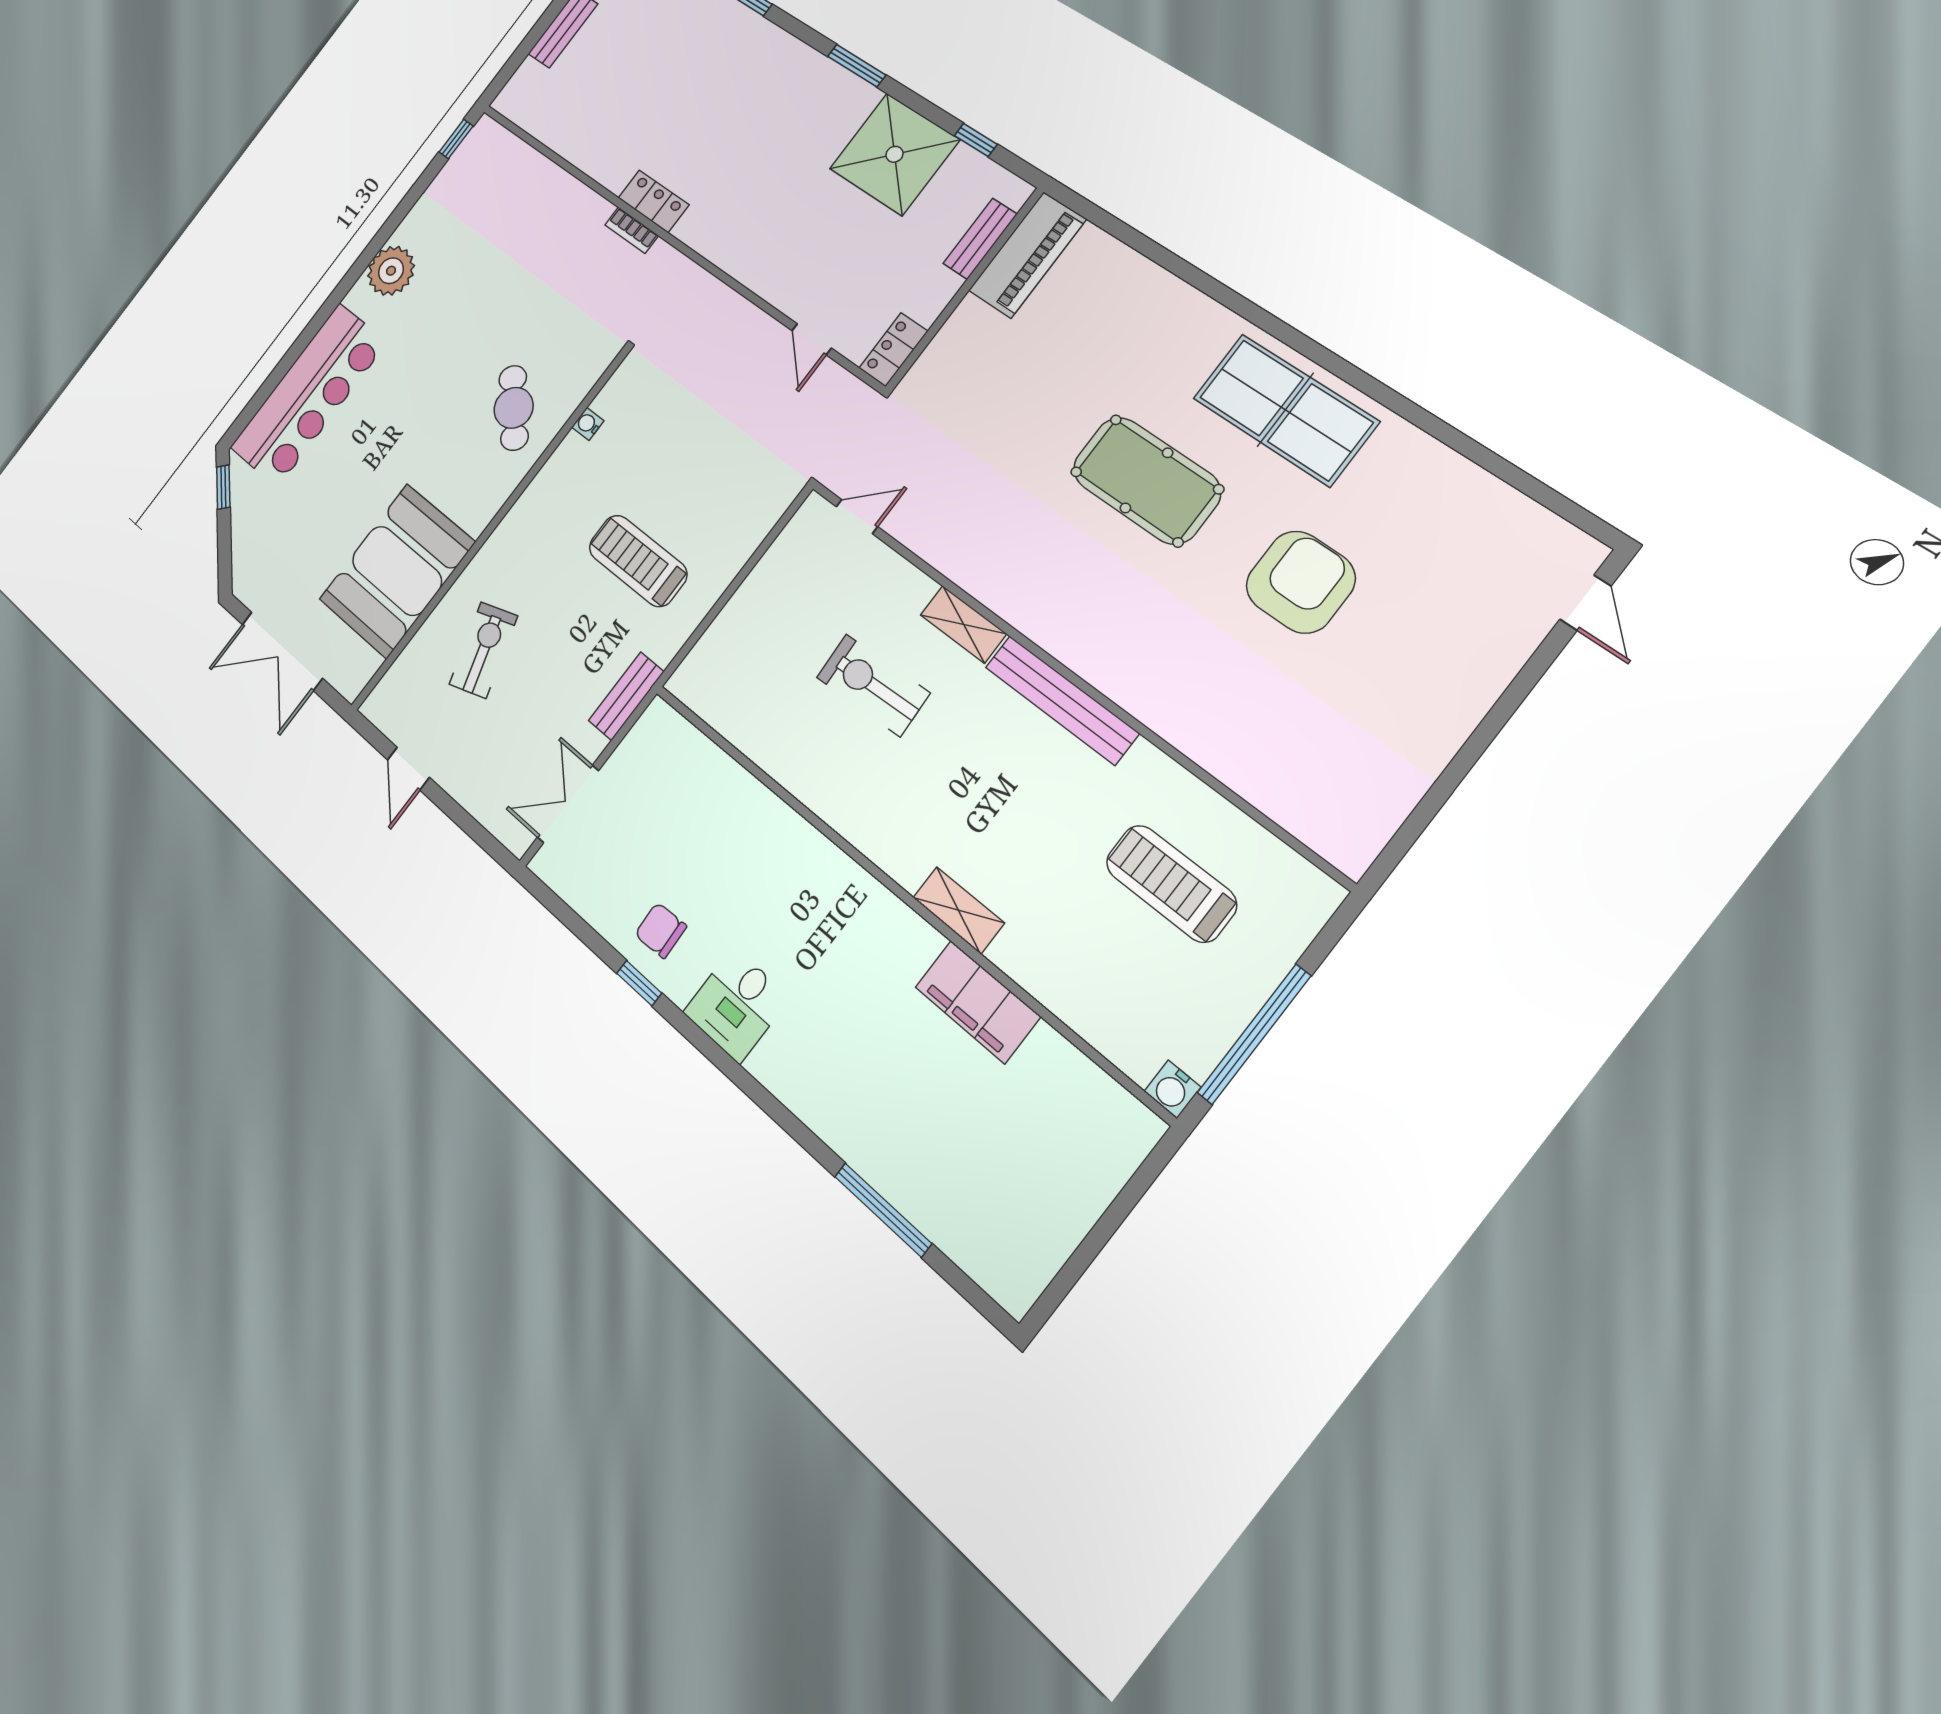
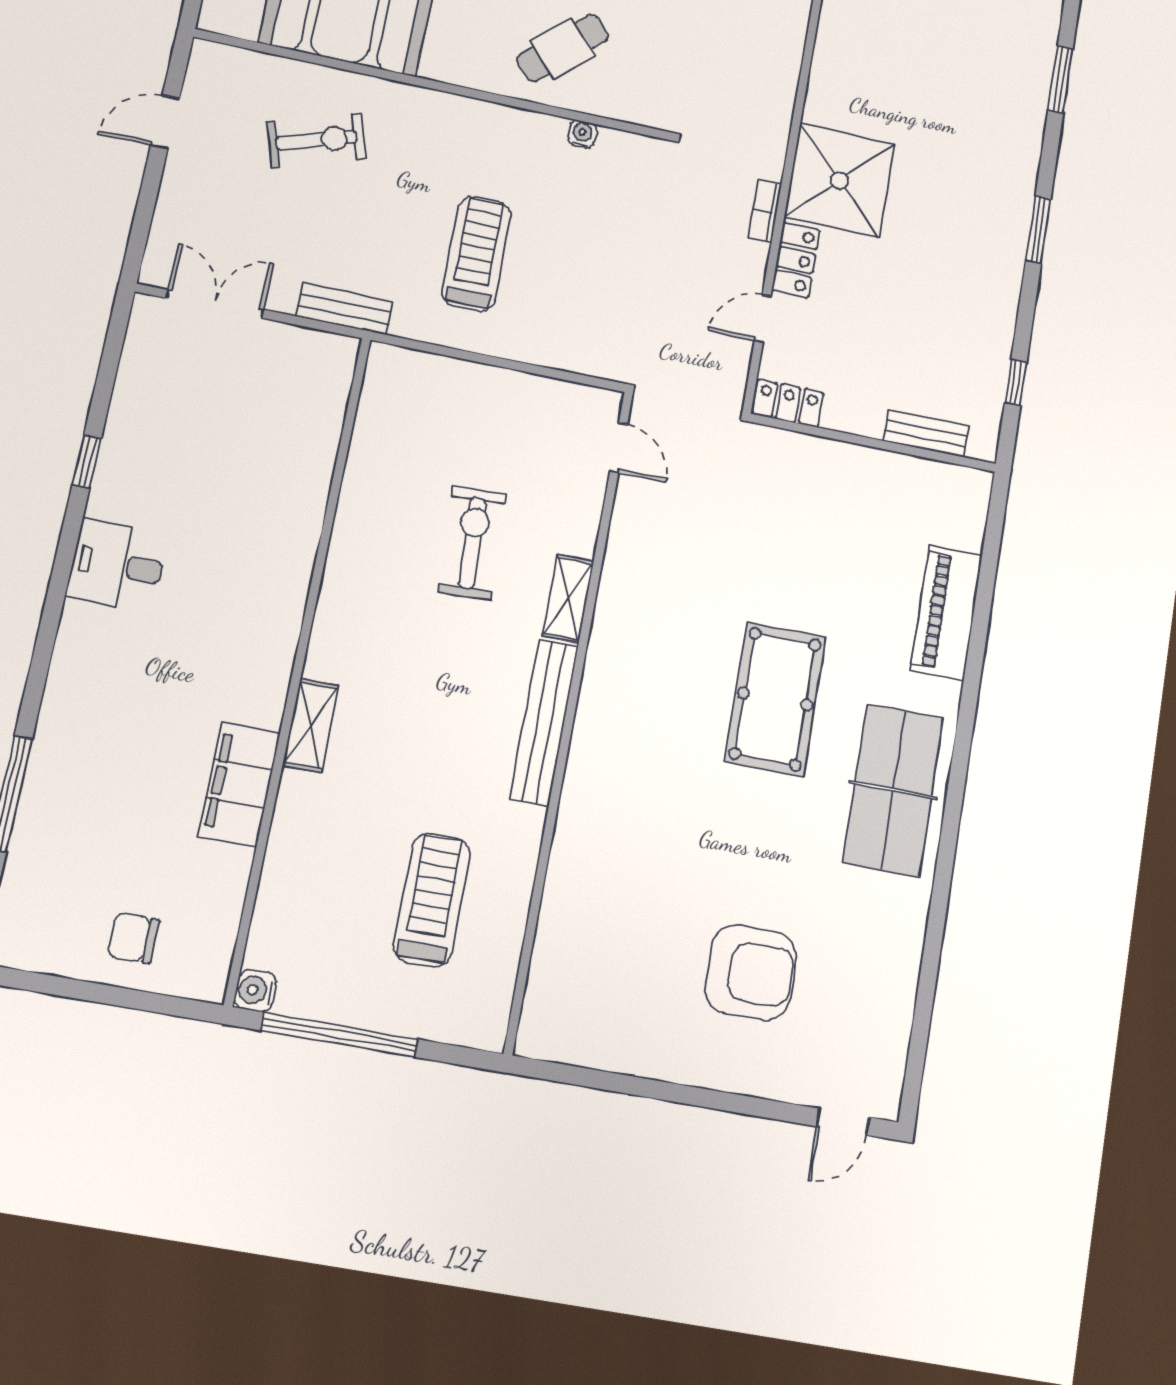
shower: (894, 154) -> (840, 180), moved
locker: (653, 201) -> (796, 260), moved
bookcase: (632, 230) -> (765, 211), moved
piano: (1027, 255) -> (947, 613), moved, turned 90
armchair: (1301, 582) -> (751, 972), moved
chair: (661, 930) -> (133, 938), moved, turned -87

